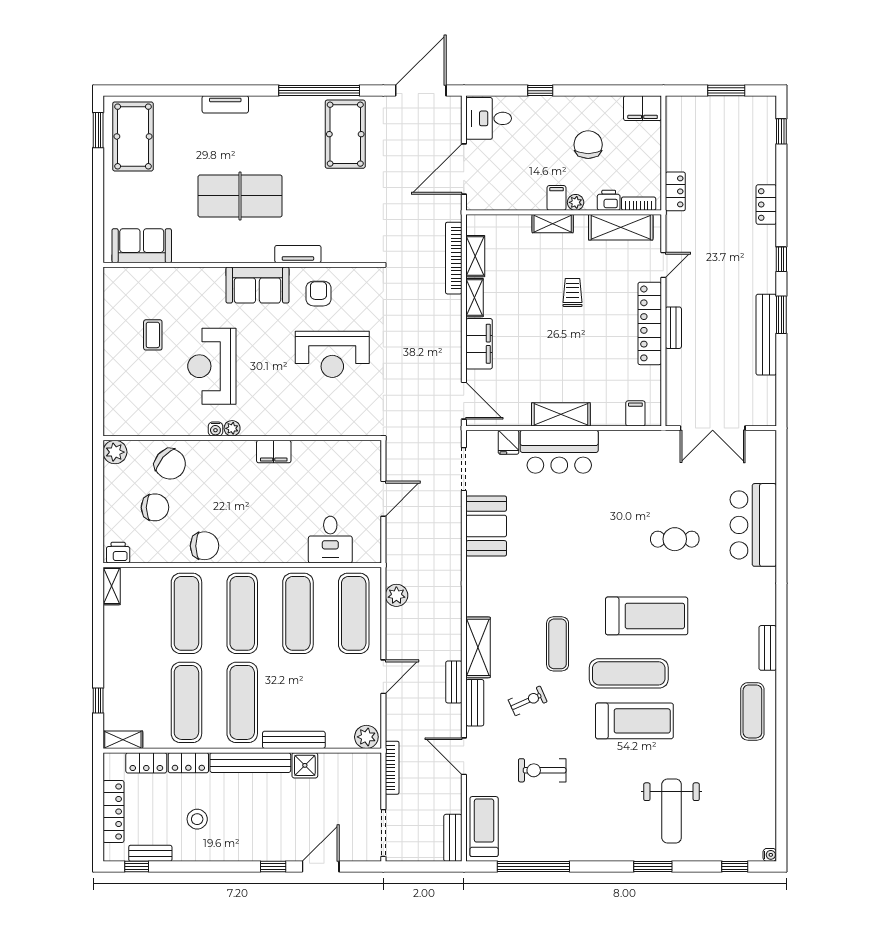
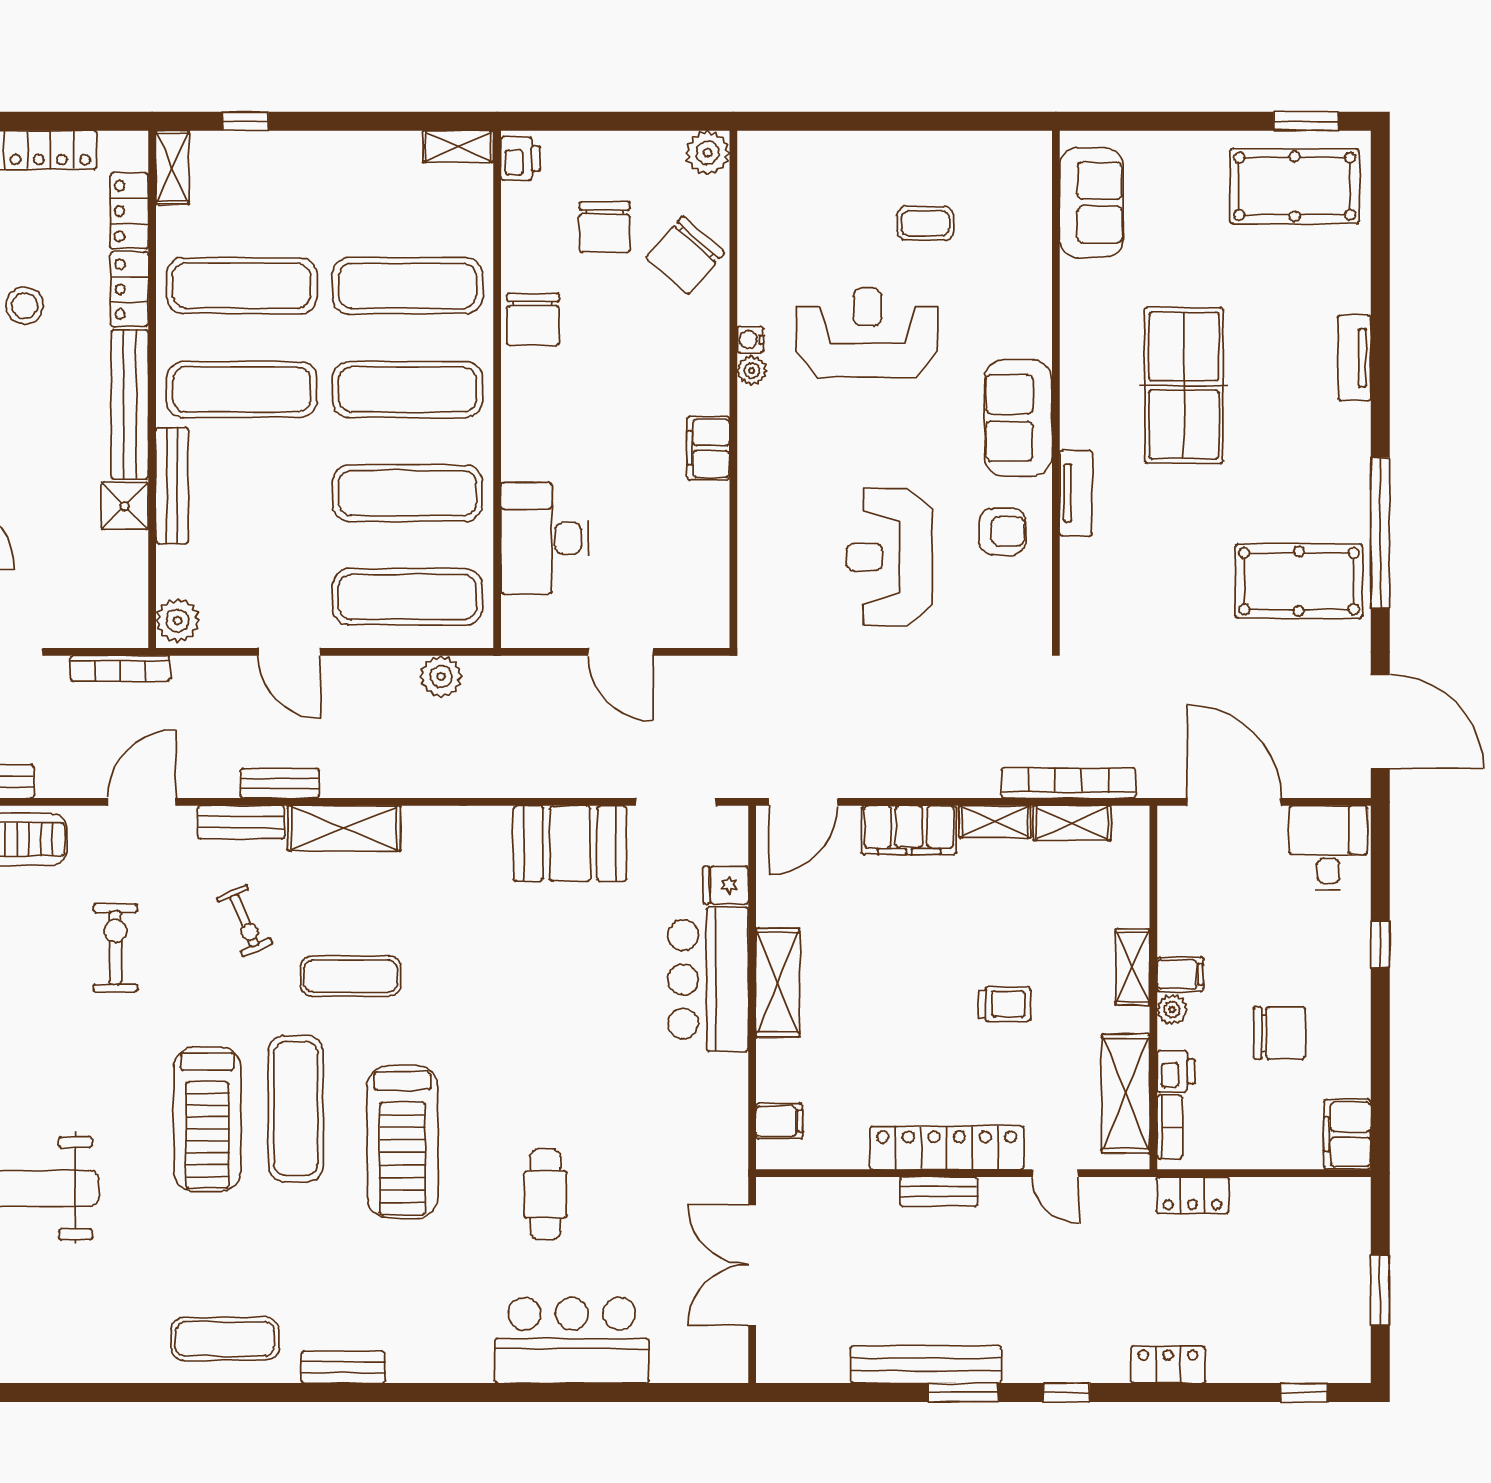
desk: (330, 540) -> (545, 538), width x1.37

